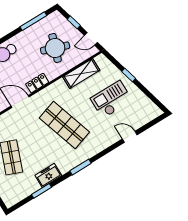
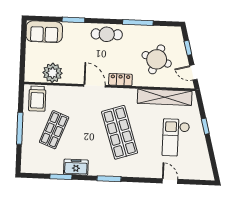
window: (33, 21) -> (138, 22), moved
shelving: (81, 74) -> (165, 97), width x1.47
checkout: (111, 99) -> (176, 138), turned -90

